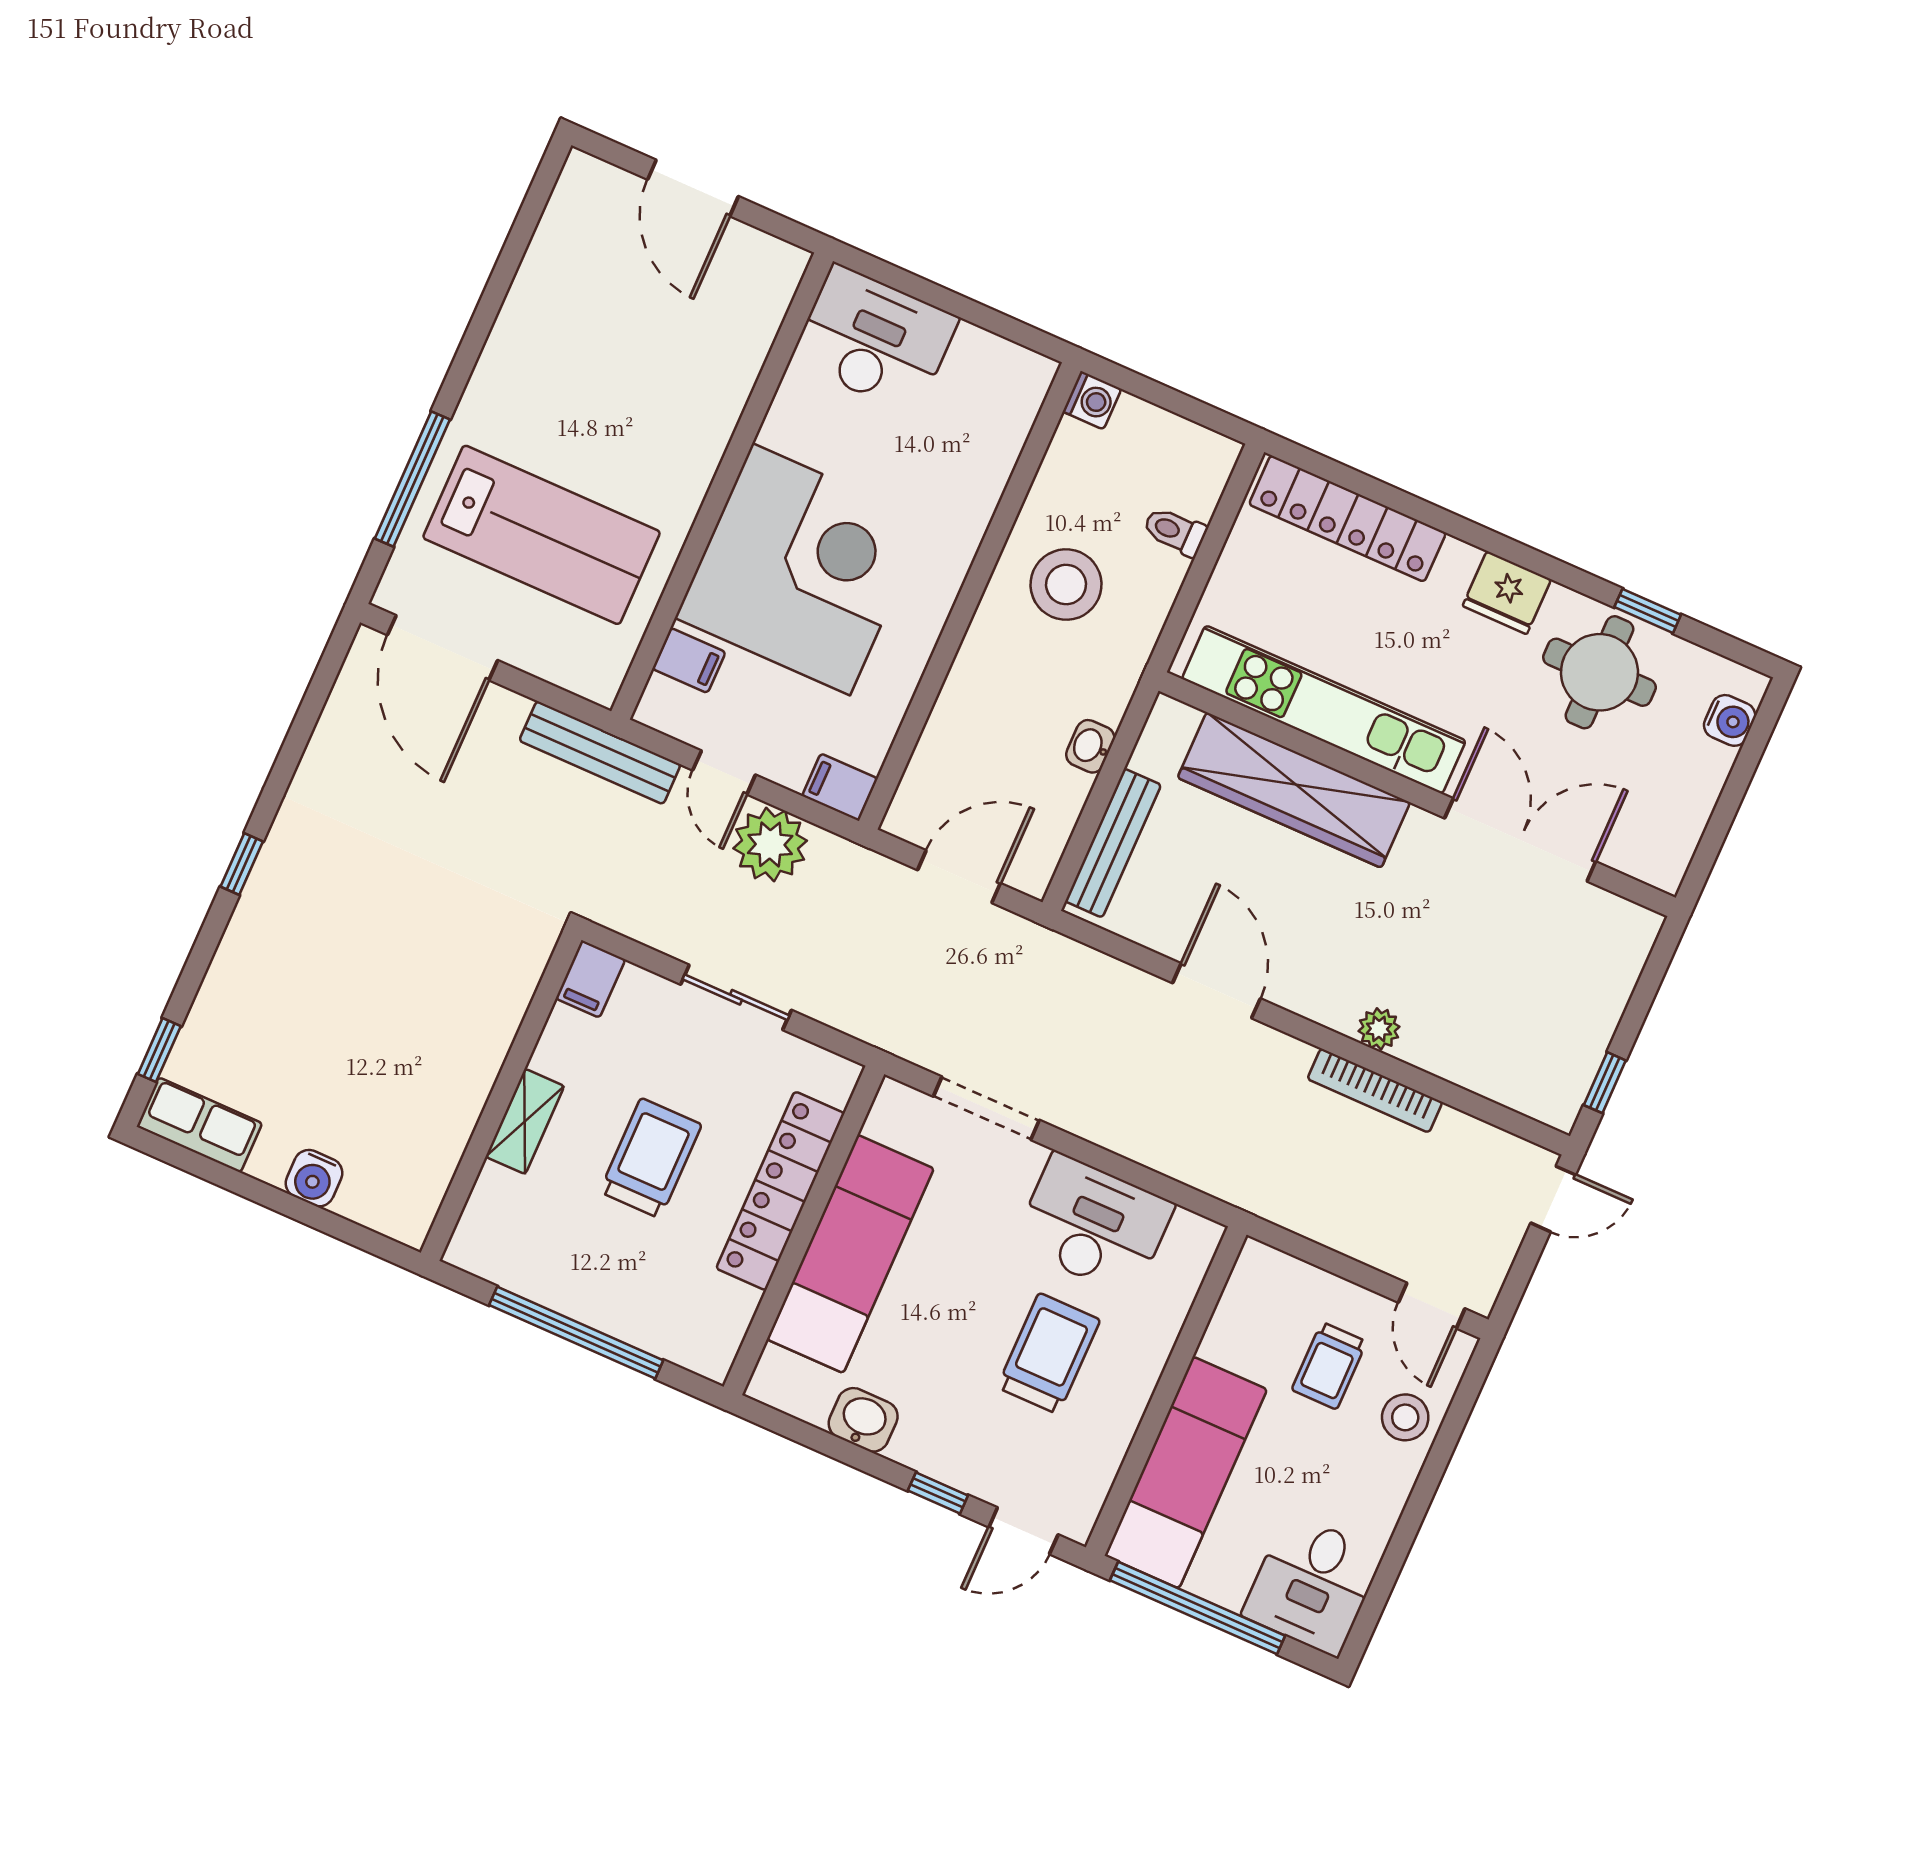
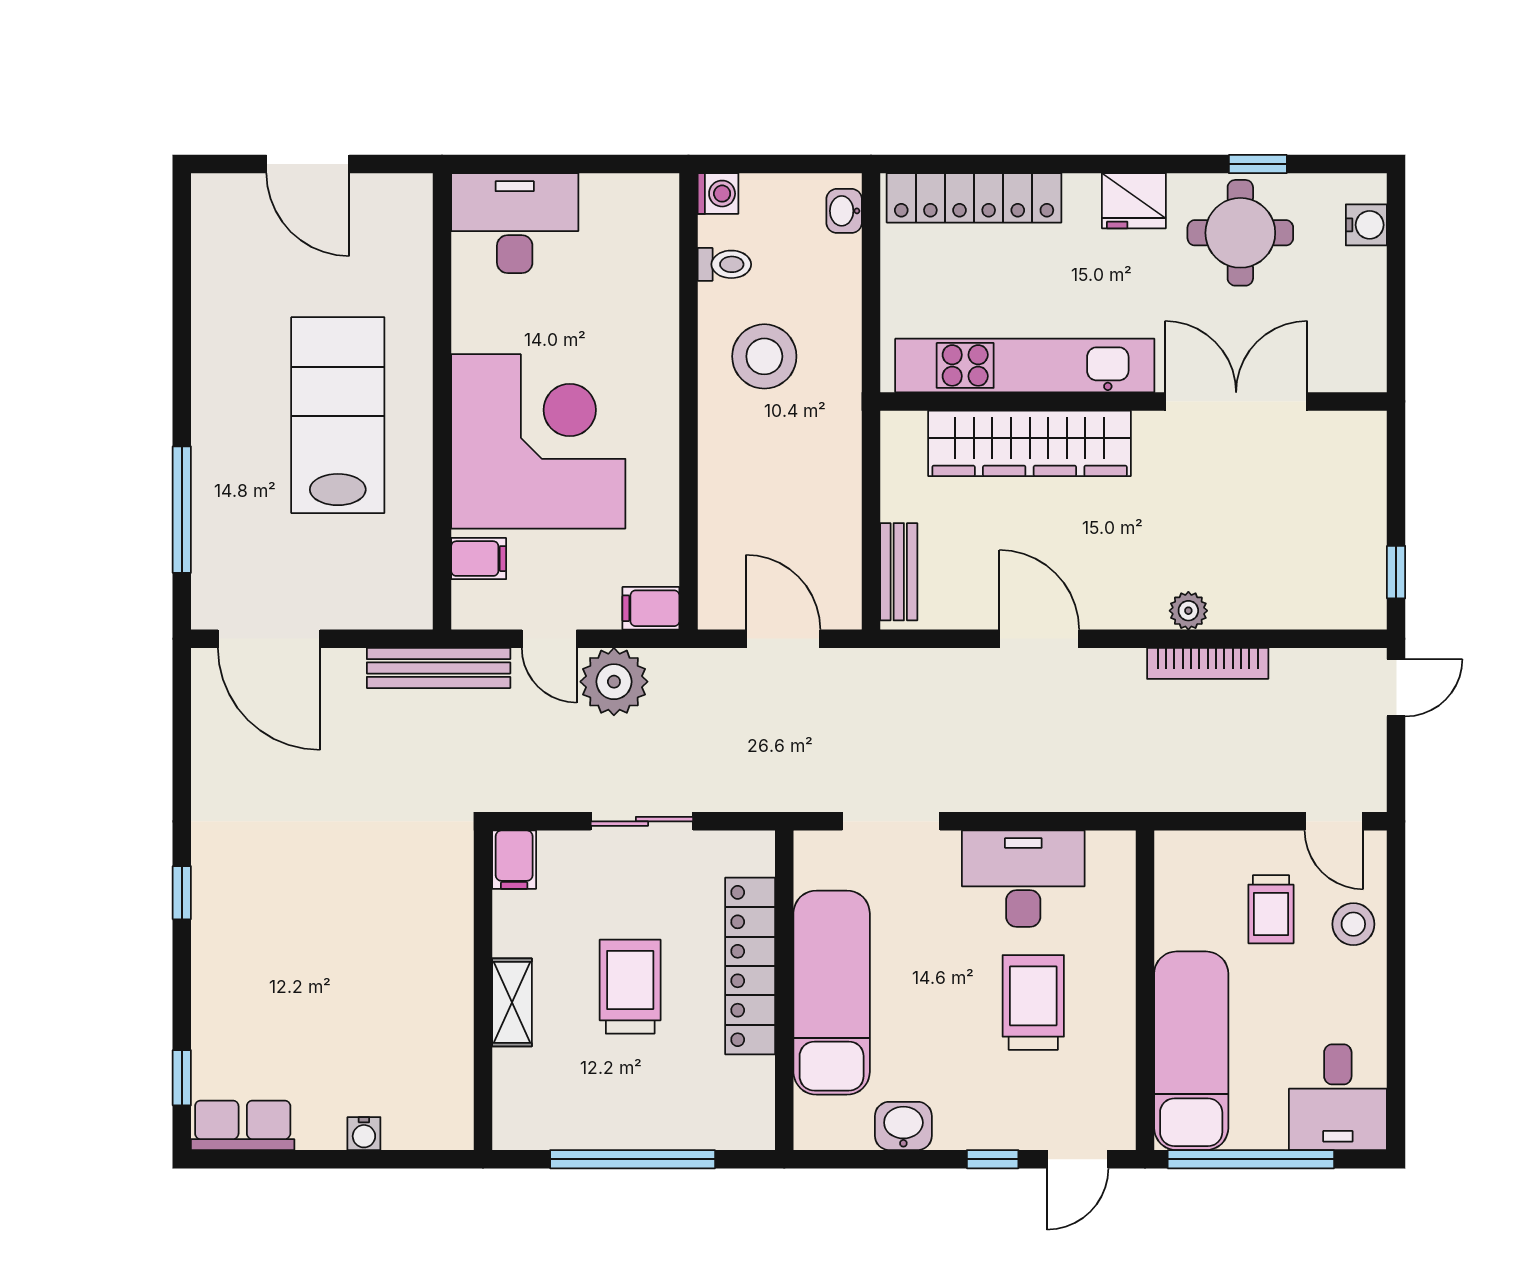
toilet: (1175, 531) -> (724, 264), moved, turned 180
lab bench: (542, 535) -> (338, 415), moved, turned -90
washbasin: (1090, 746) -> (844, 211), moved
bench: (1113, 843) -> (899, 572), width x0.73
door: (959, 877) -> (783, 639), hinge flipped
water cooler: (314, 1178) -> (364, 1134), width x0.72, depth x0.72

